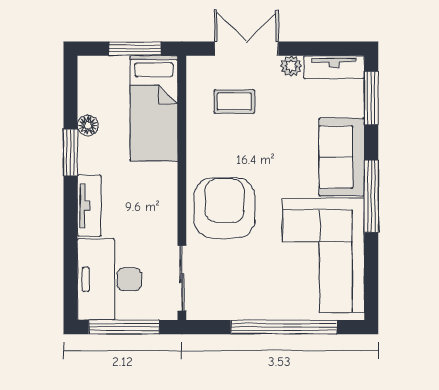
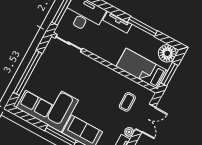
floor lamp: (88, 125) -> (167, 53), moved, width x1.89, depth x1.89
window: (71, 152) -> (142, 26), width x1.44
armchair: (224, 208) -> (87, 75), removed

